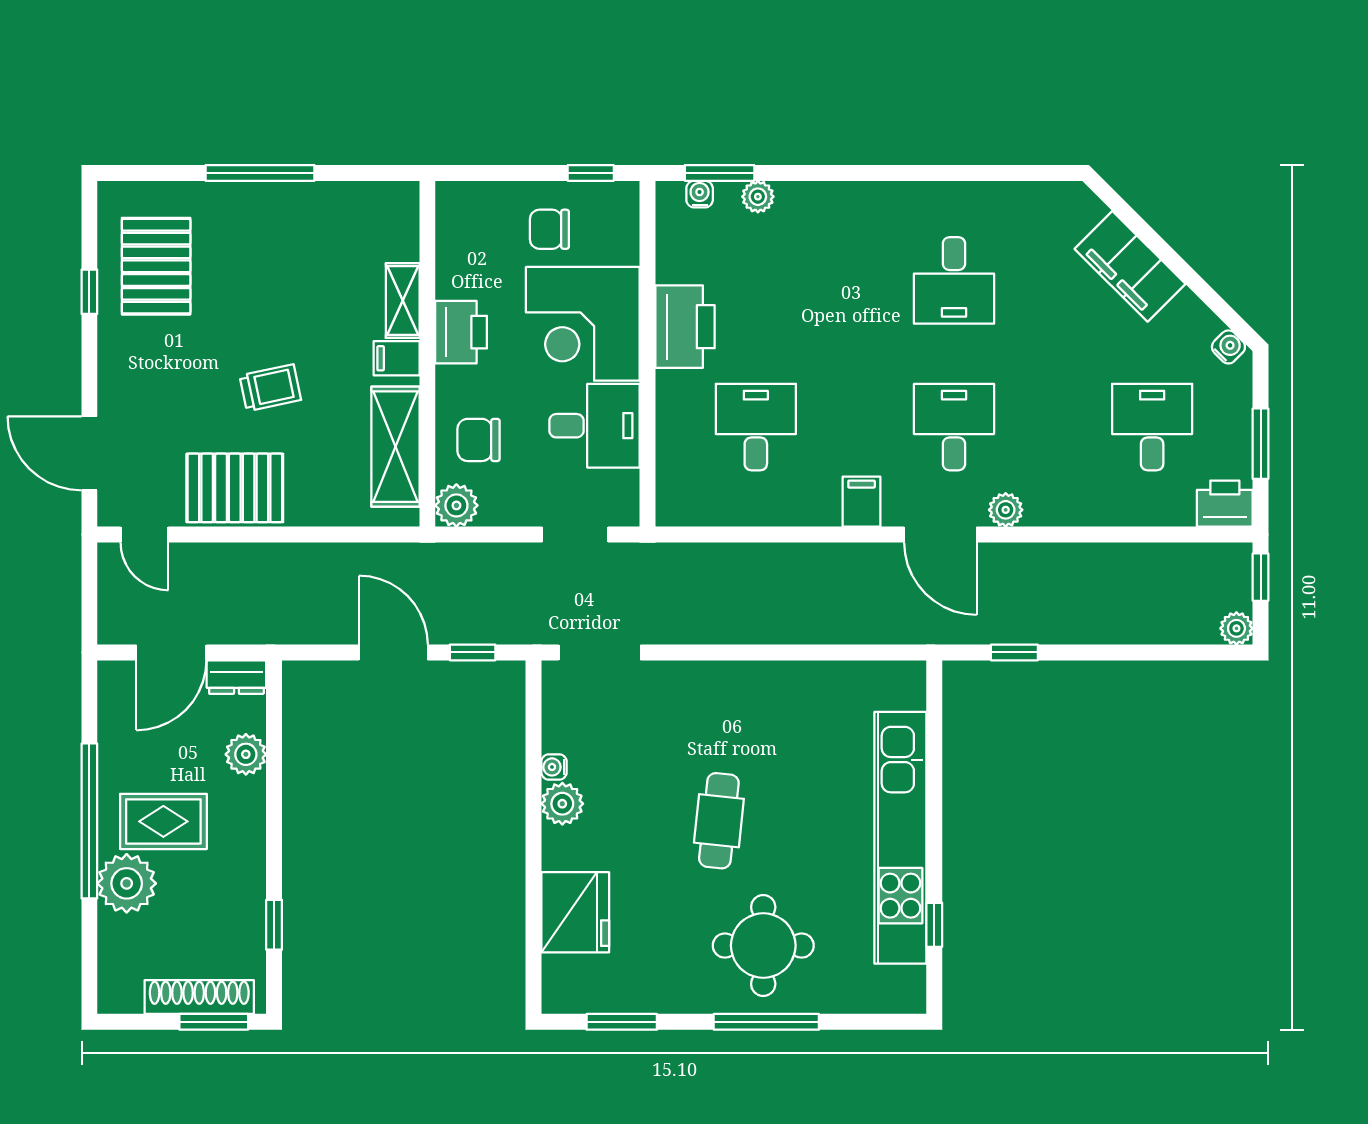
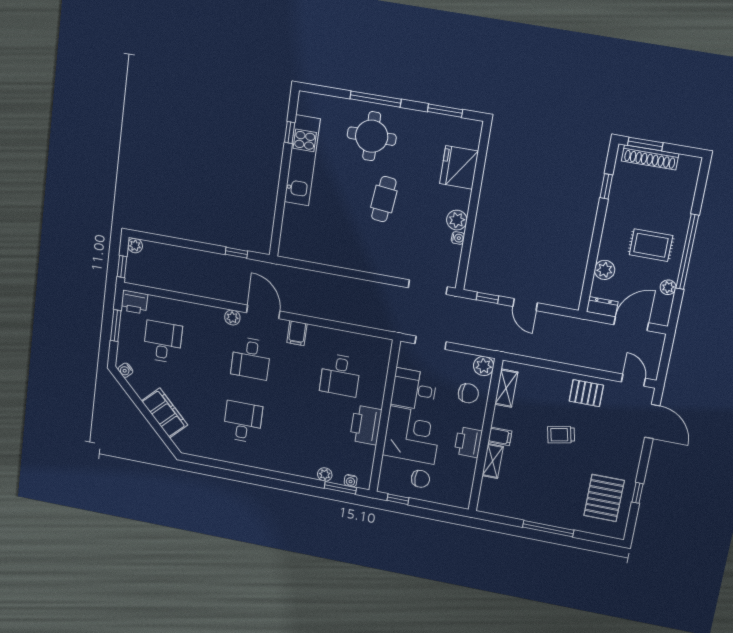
desk: (1152, 427) -> (163, 342), turned 180
shelving: (395, 447) -> (506, 388), width x0.67, depth x0.75
pallet: (235, 488) -> (586, 393), width x0.67, depth x0.71
door: (393, 652) -> (525, 305), width x0.73
kitchen unit: (900, 838) -> (302, 161), width x0.73
plant: (127, 883) -> (668, 287), moved, width x0.53, depth x0.53

